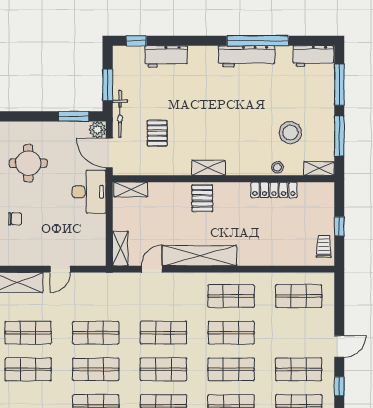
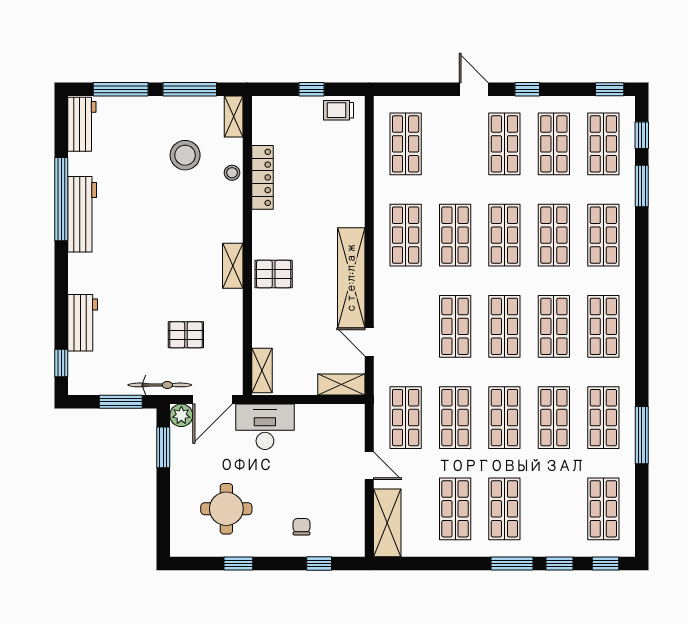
shop shelf: (96, 296) -> (406, 418), added

